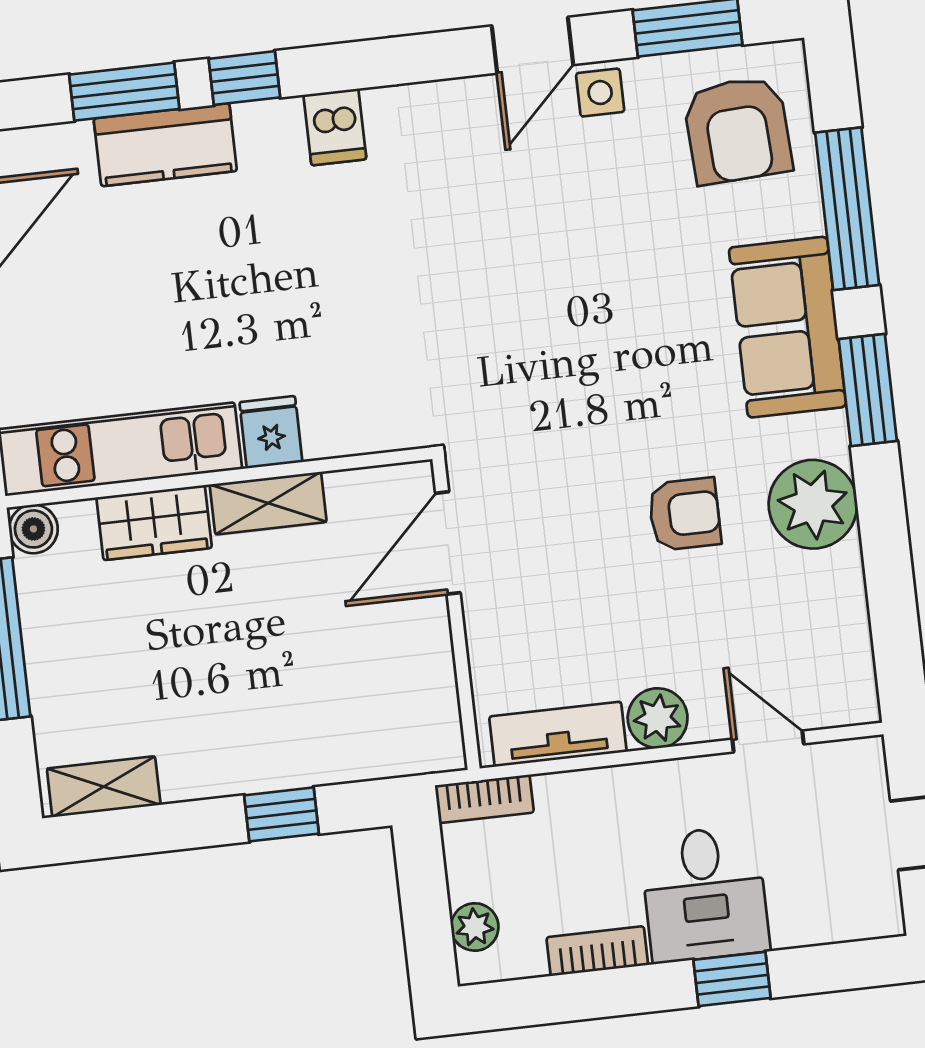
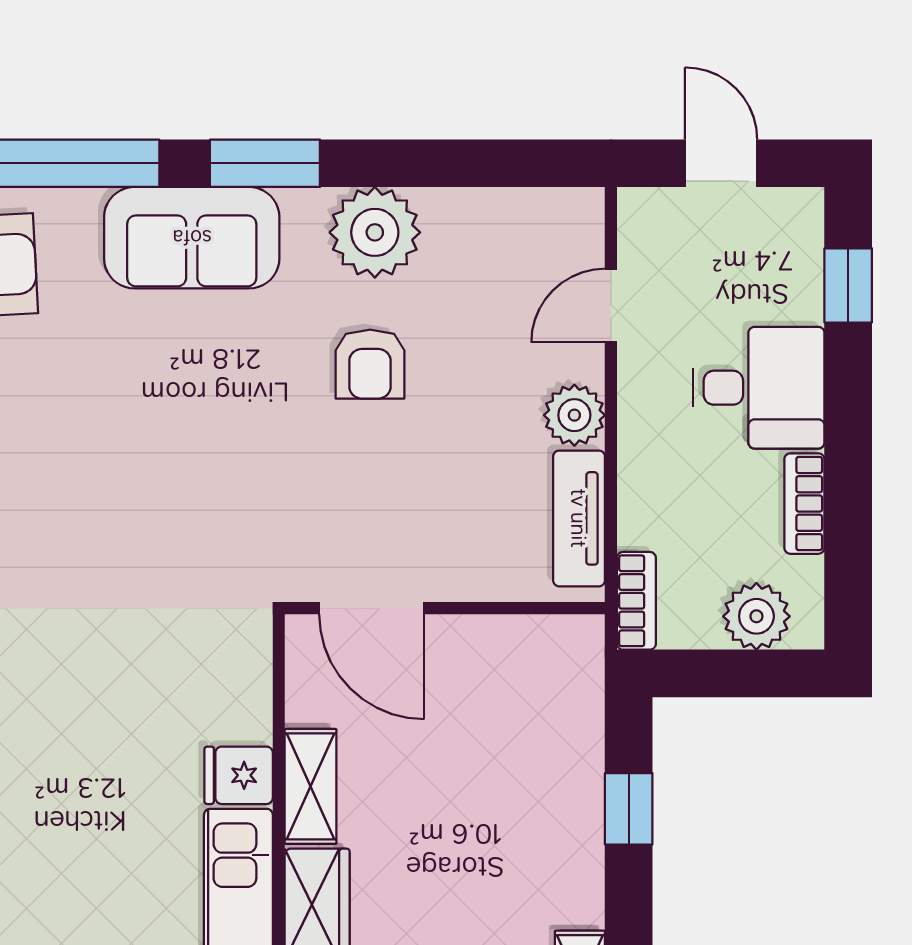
armchair: (685, 514) -> (370, 364), turned 180
plant: (475, 927) -> (756, 616), width x1.38, depth x1.38
window: (732, 979) -> (848, 285), moved

